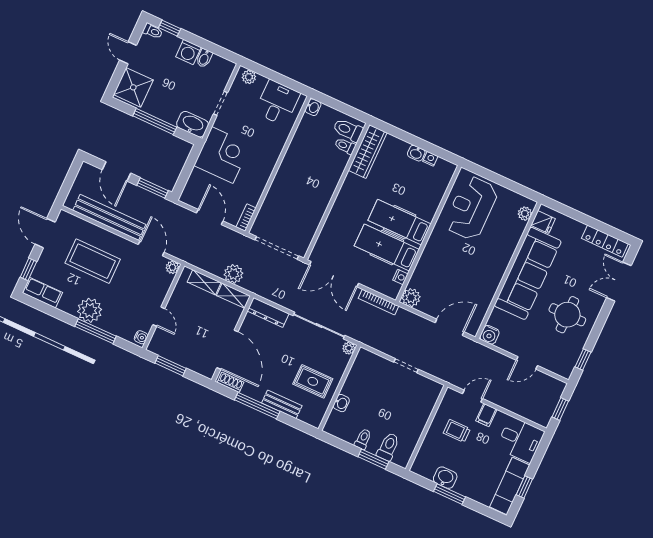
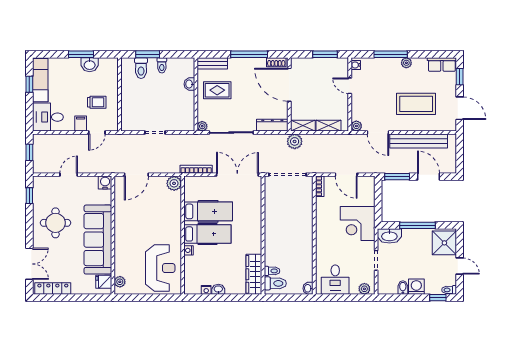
plant: (234, 274) -> (295, 141), moved
nightstand: (400, 277) -> (189, 250), moved
plant: (90, 310) -> (406, 63), width x0.53, depth x0.53
bench: (282, 404) -> (212, 63), moved

